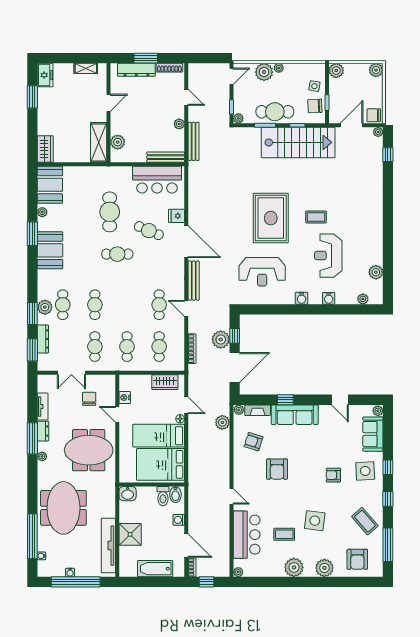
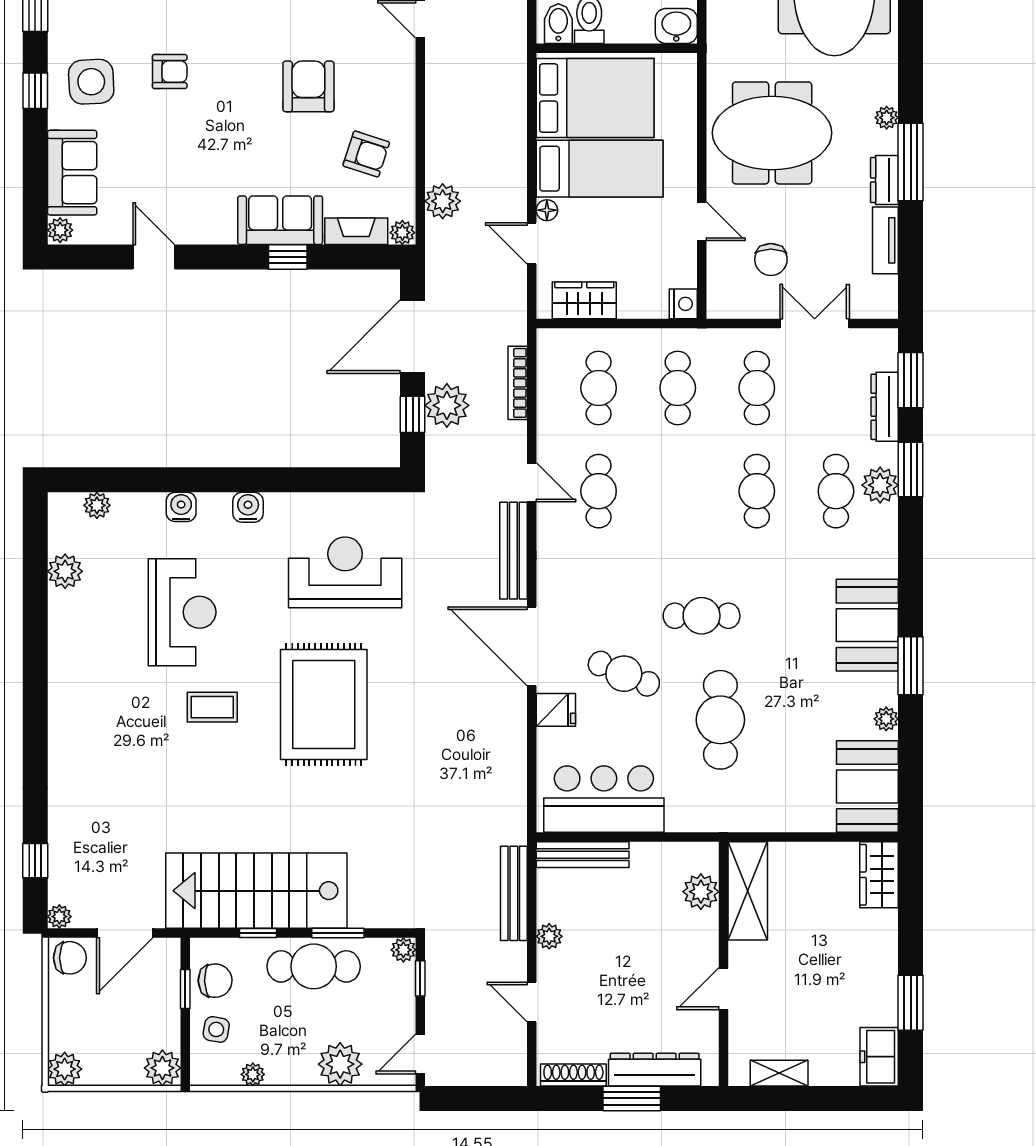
plant: (279, 68) -> (253, 1074), moved
nightstand: (125, 398) -> (683, 304), moved
sofa: (295, 415) -> (280, 220), width x0.73

